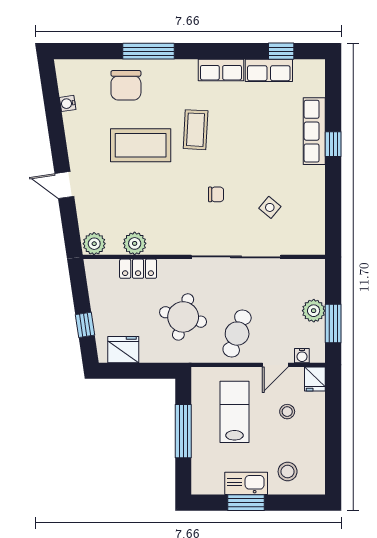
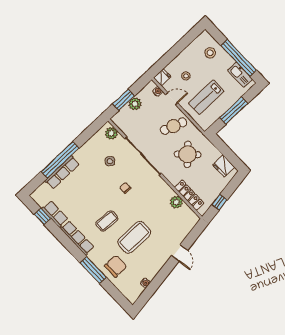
row of seats: (221, 70) -> (77, 238), width x1.48
window: (333, 144) -> (60, 160), width x3.17
coffee table: (141, 145) -> (134, 237), turned 90
plant: (94, 244) -> (111, 133), moved
locker: (138, 269) -> (189, 195), width x1.53
round table: (183, 317) -> (188, 154), turned 30
window: (333, 324) -> (123, 100), moved
window: (85, 325) -> (220, 202), moved
kitchen sink: (246, 483) -> (240, 75), moved
window: (246, 503) -> (239, 58), width x2.11

